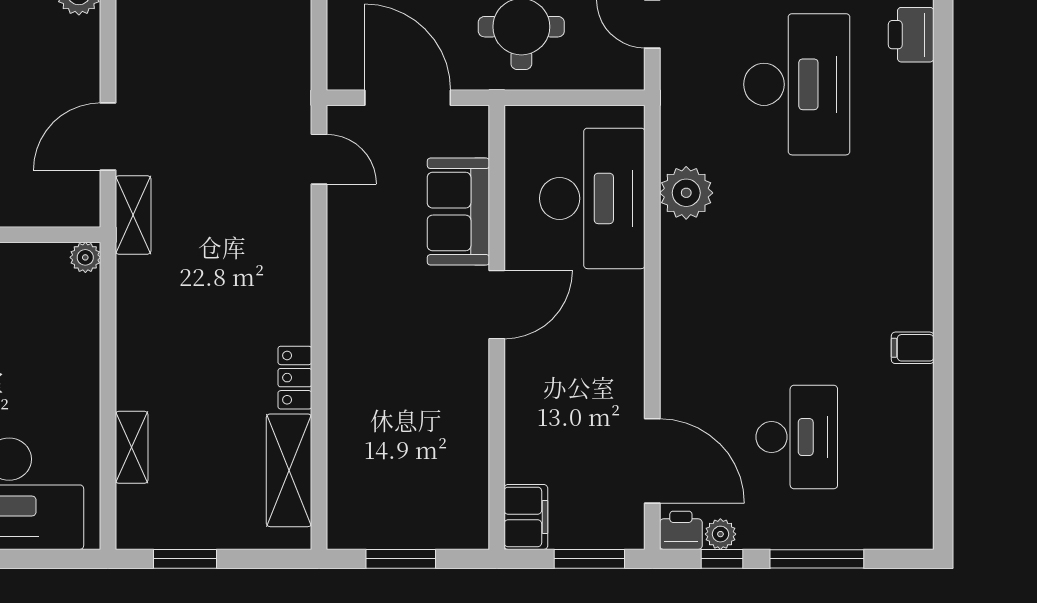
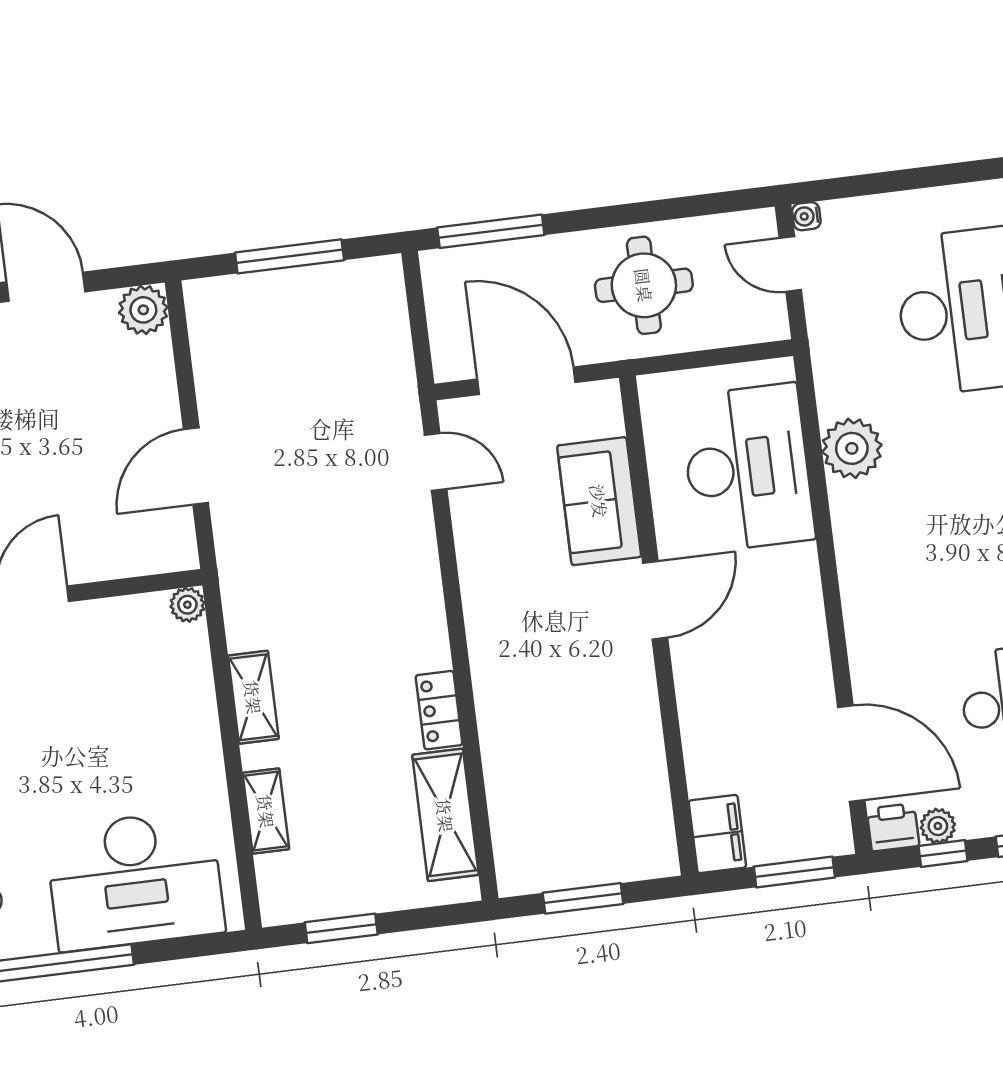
shelving: (133, 215) -> (253, 697), moved

